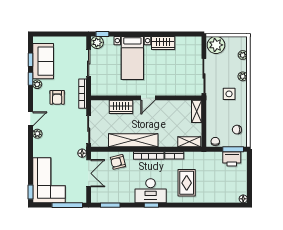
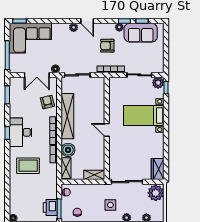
wardrobe: (163, 43) -> (158, 169), moved
wardrobe: (121, 107) -> (98, 105), removed
boiler: (170, 140) -> (68, 150), added

